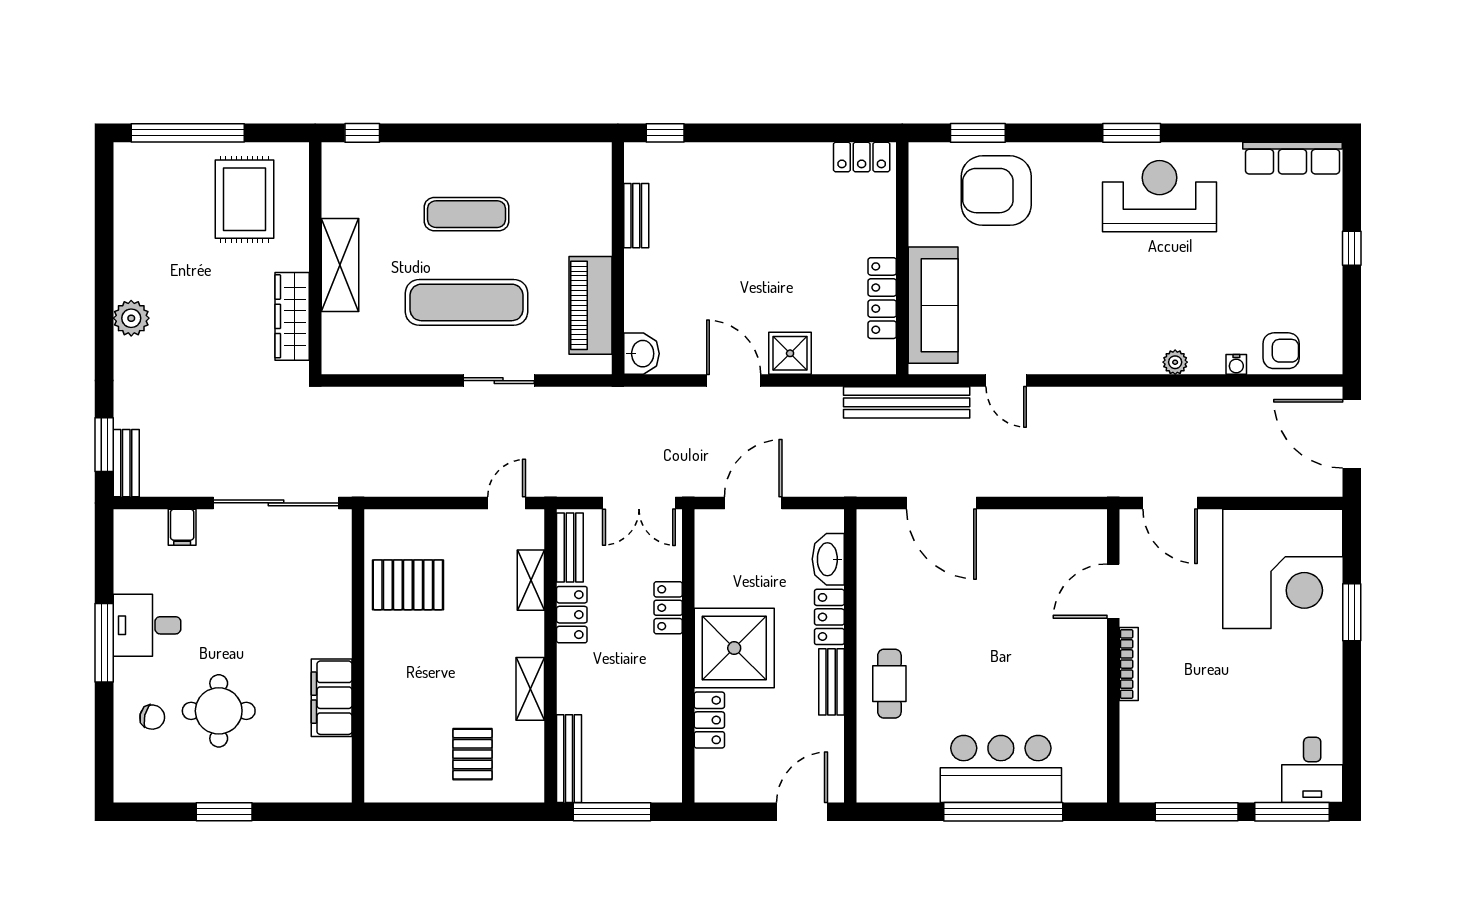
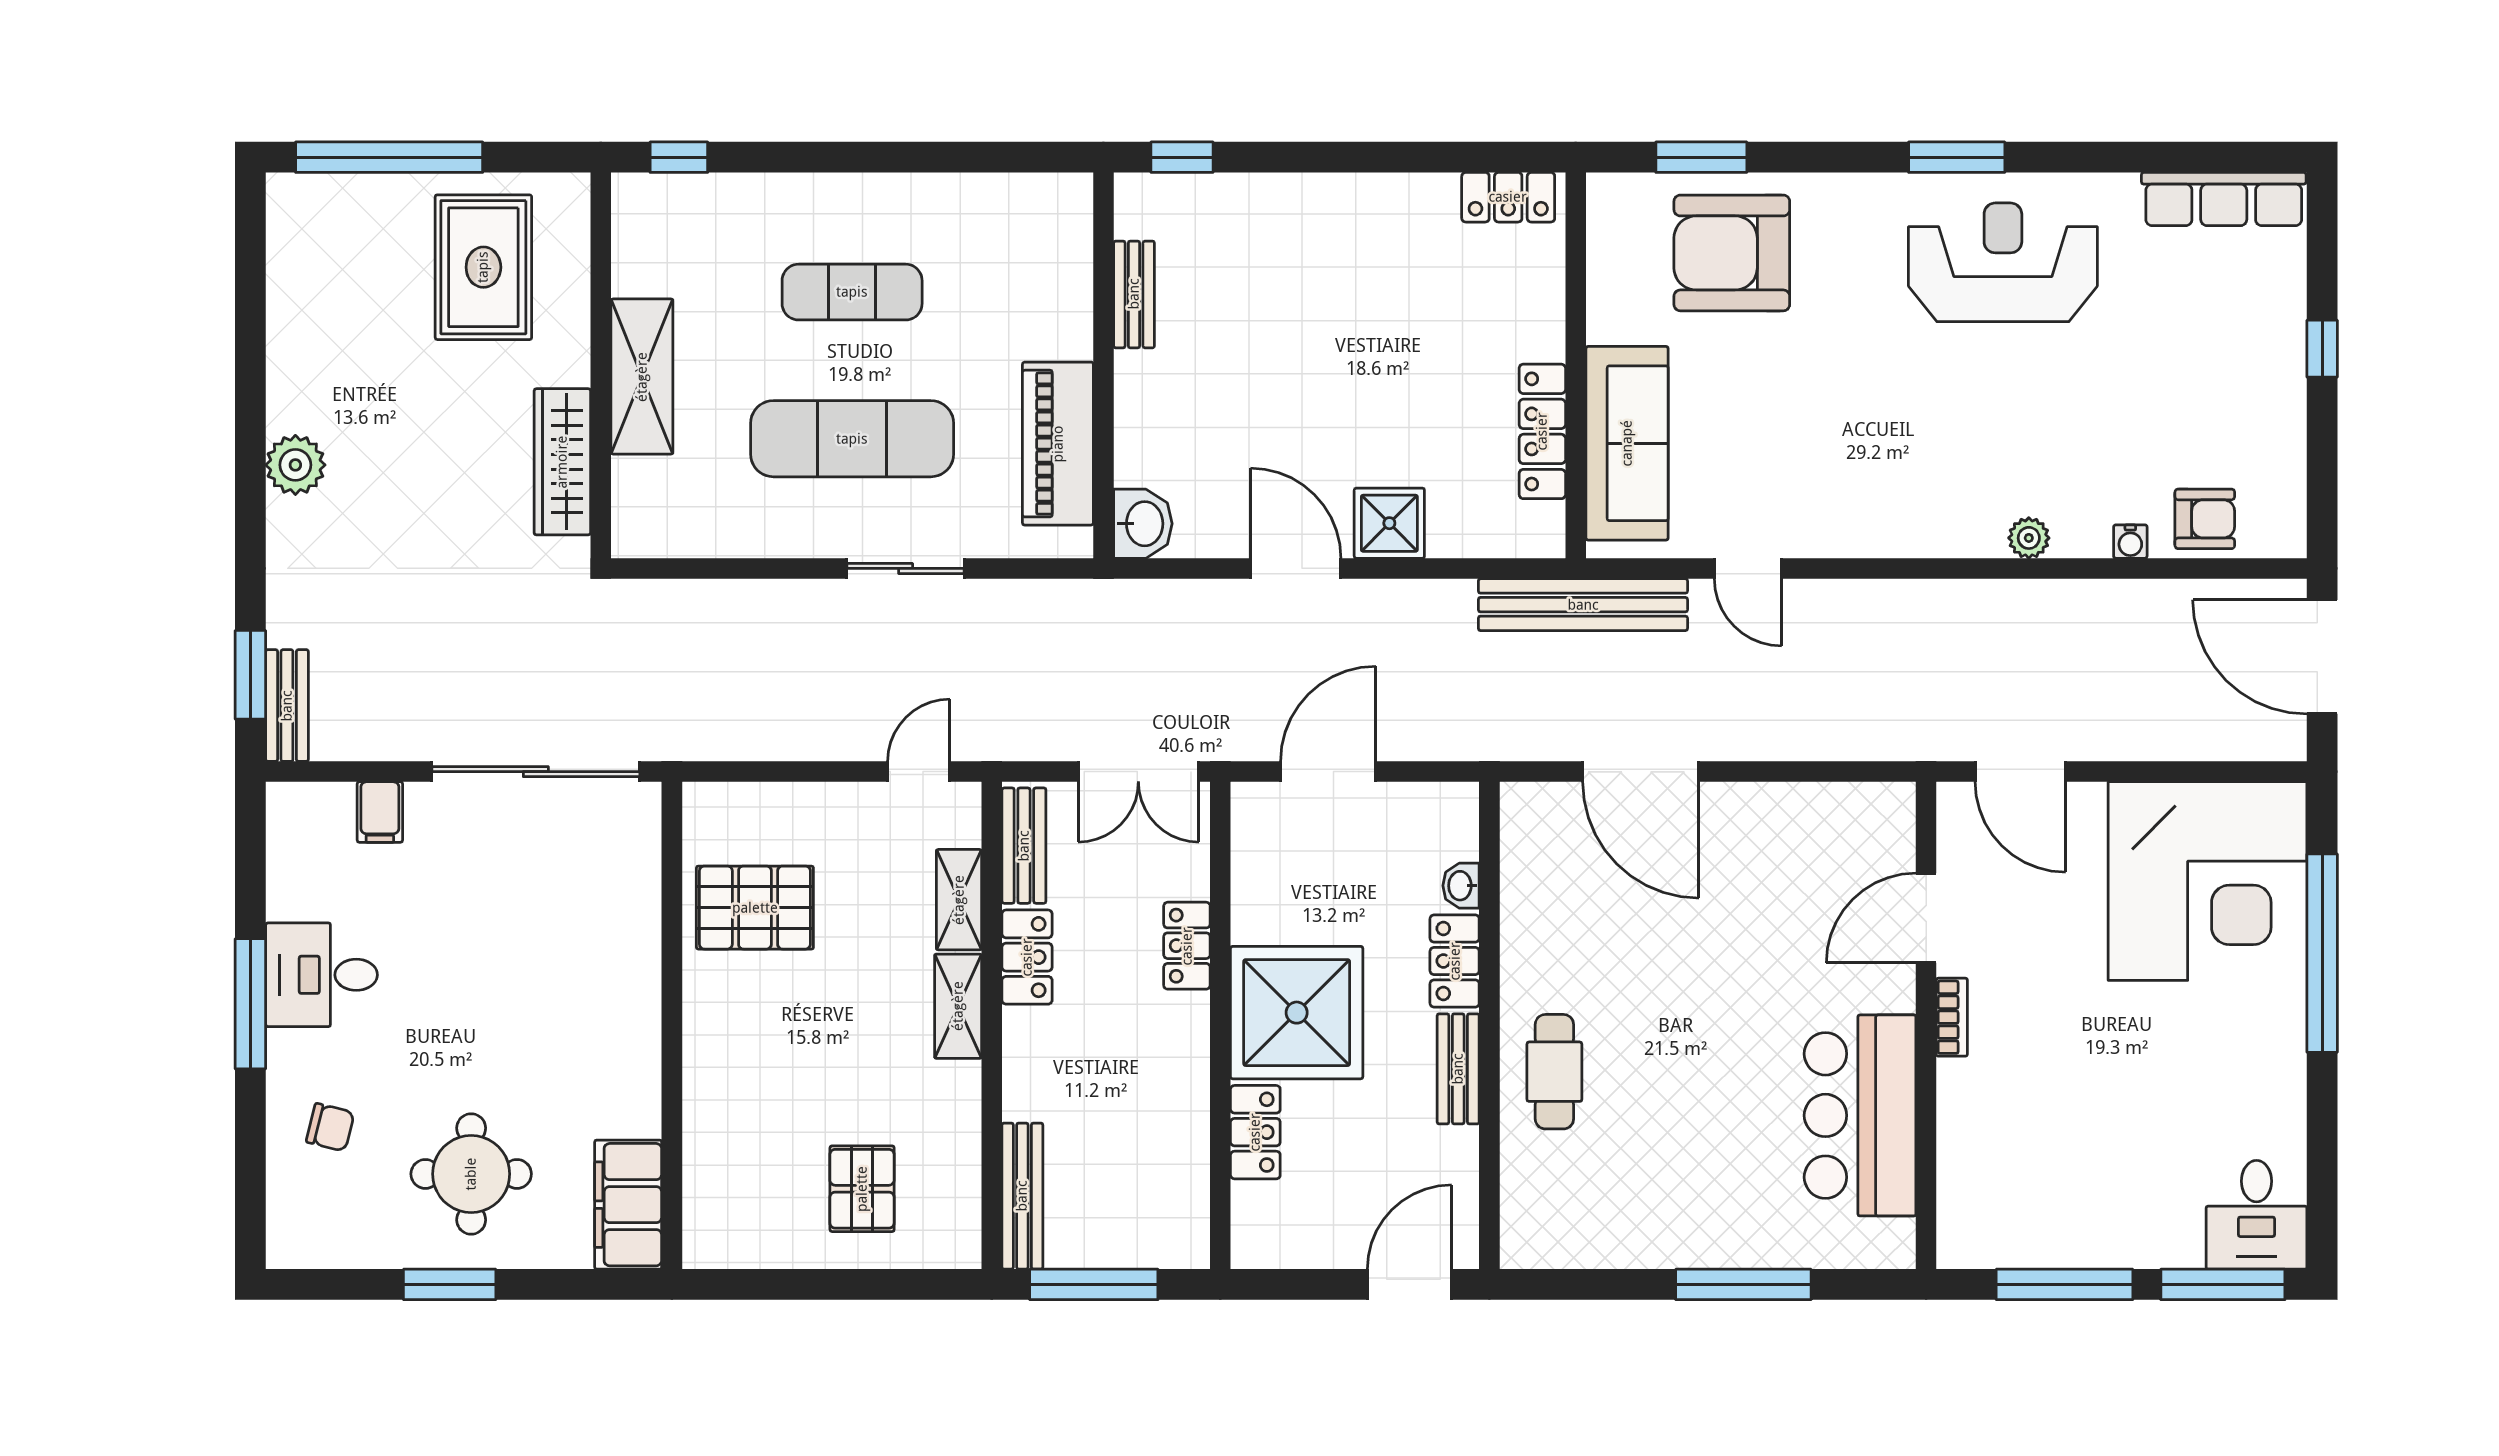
washbasin: (828, 559) -> (1461, 886), width x0.52, depth x0.69
window: (1352, 612) -> (2322, 953), width x2.11
bookcase: (1129, 664) -> (1952, 1017), width x0.64
shelving: (530, 689) -> (958, 1006), moved
filing cabinet: (332, 698) -> (628, 1205), moved
round table: (219, 711) -> (471, 1174), moved
bar counter: (1001, 769) -> (1860, 1115), moved, turned -90
window: (1003, 812) -> (1743, 1284), width x0.68

